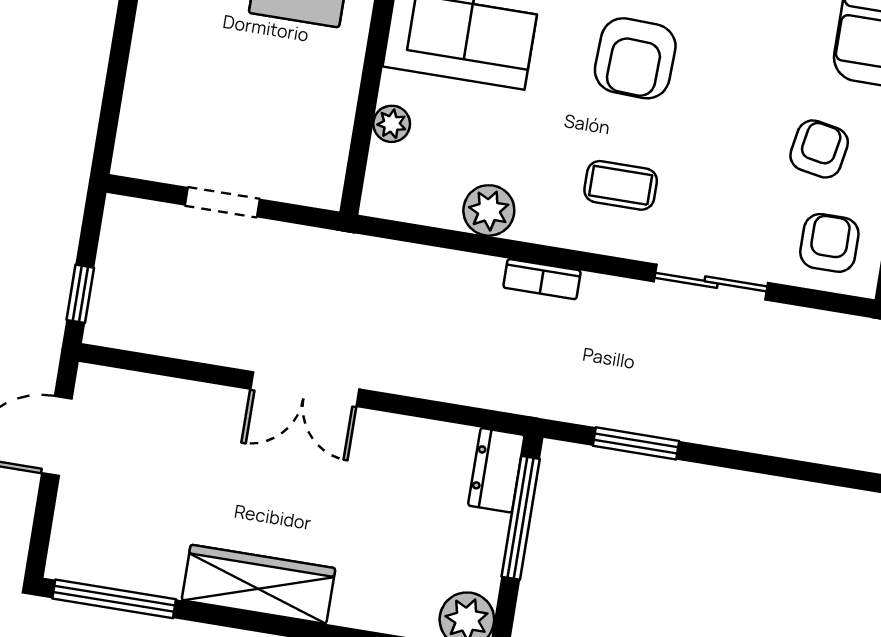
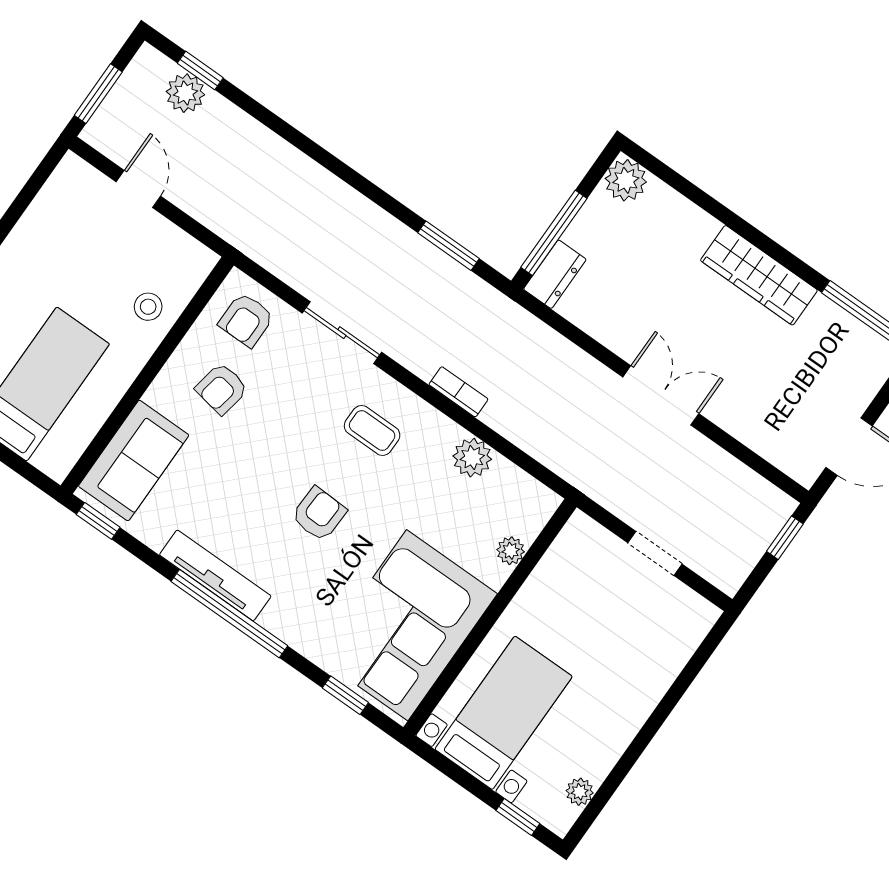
armchair: (635, 58) -> (319, 514), width x0.72, depth x0.72

